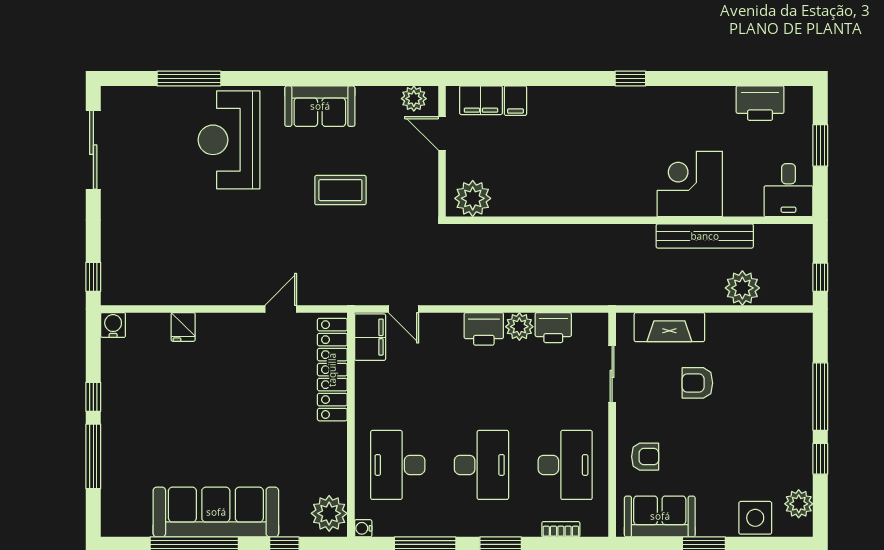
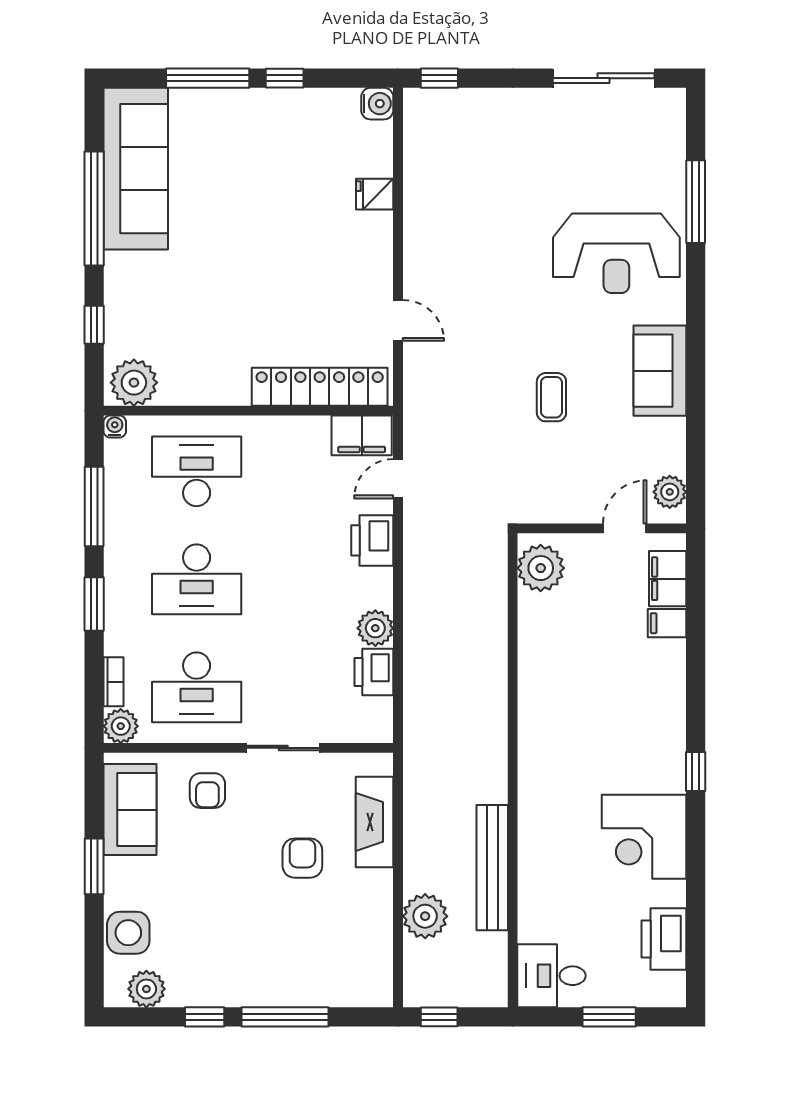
reception desk: (229, 140) -> (616, 253), turned 180
corner desk: (690, 184) -> (644, 837), moved, turned 180
coffee table: (340, 190) -> (551, 397), width x0.73, depth x0.77
printer: (484, 329) -> (372, 540), moved
sliding door: (612, 374) -> (283, 748), moved
sofa: (216, 512) -> (136, 169), moved
plant: (595, 524) -> (121, 726), added

